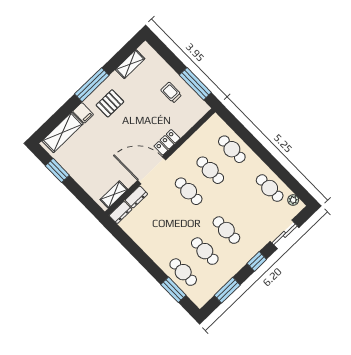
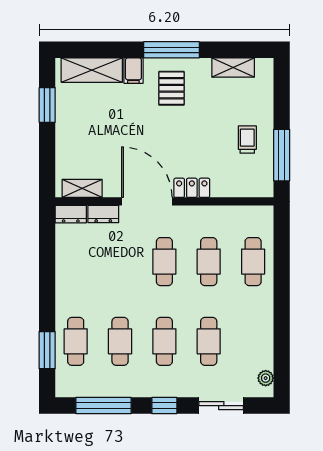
pallet: (110, 103) -> (171, 88), turned 90
cafe table: (270, 188) -> (209, 341), moved
window: (227, 290) -> (103, 406), width x1.44

